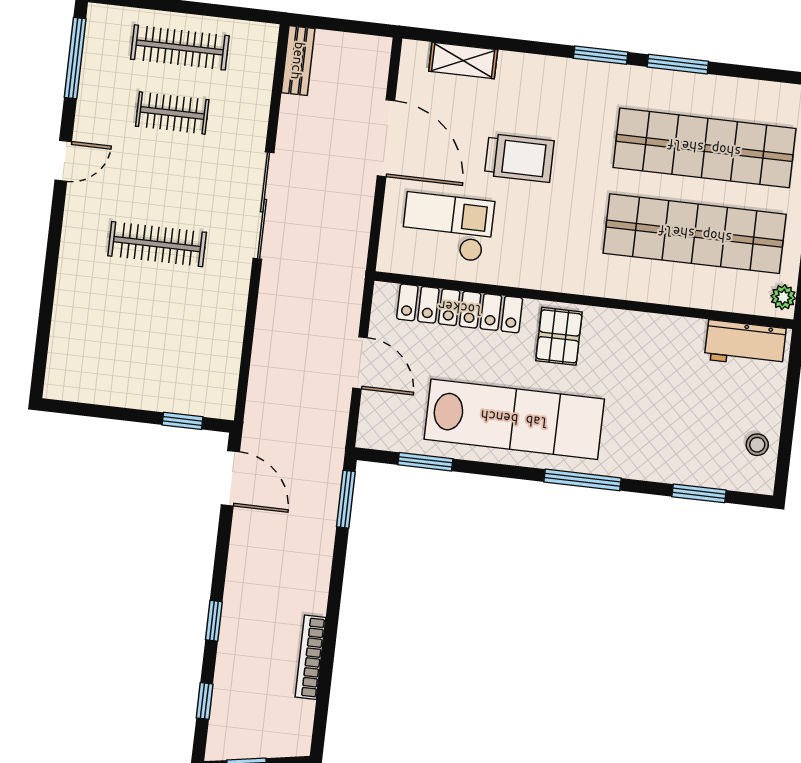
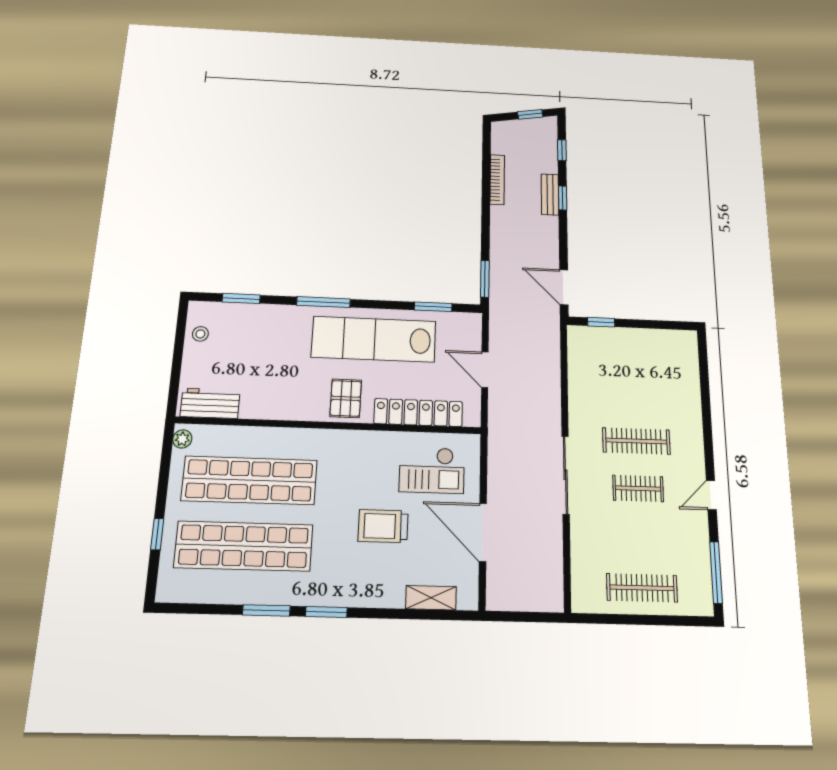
bench: (298, 61) -> (550, 195), moved
clothes rail: (172, 113) -> (638, 488), moved

